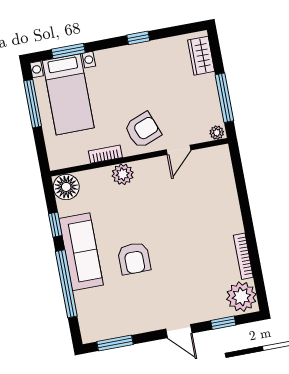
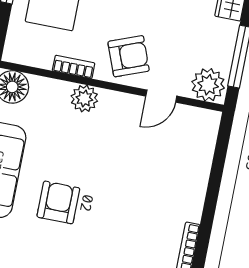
plant: (217, 133) -> (208, 85), width x1.88, depth x1.88
armchair: (134, 258) -> (58, 202), turned 180

